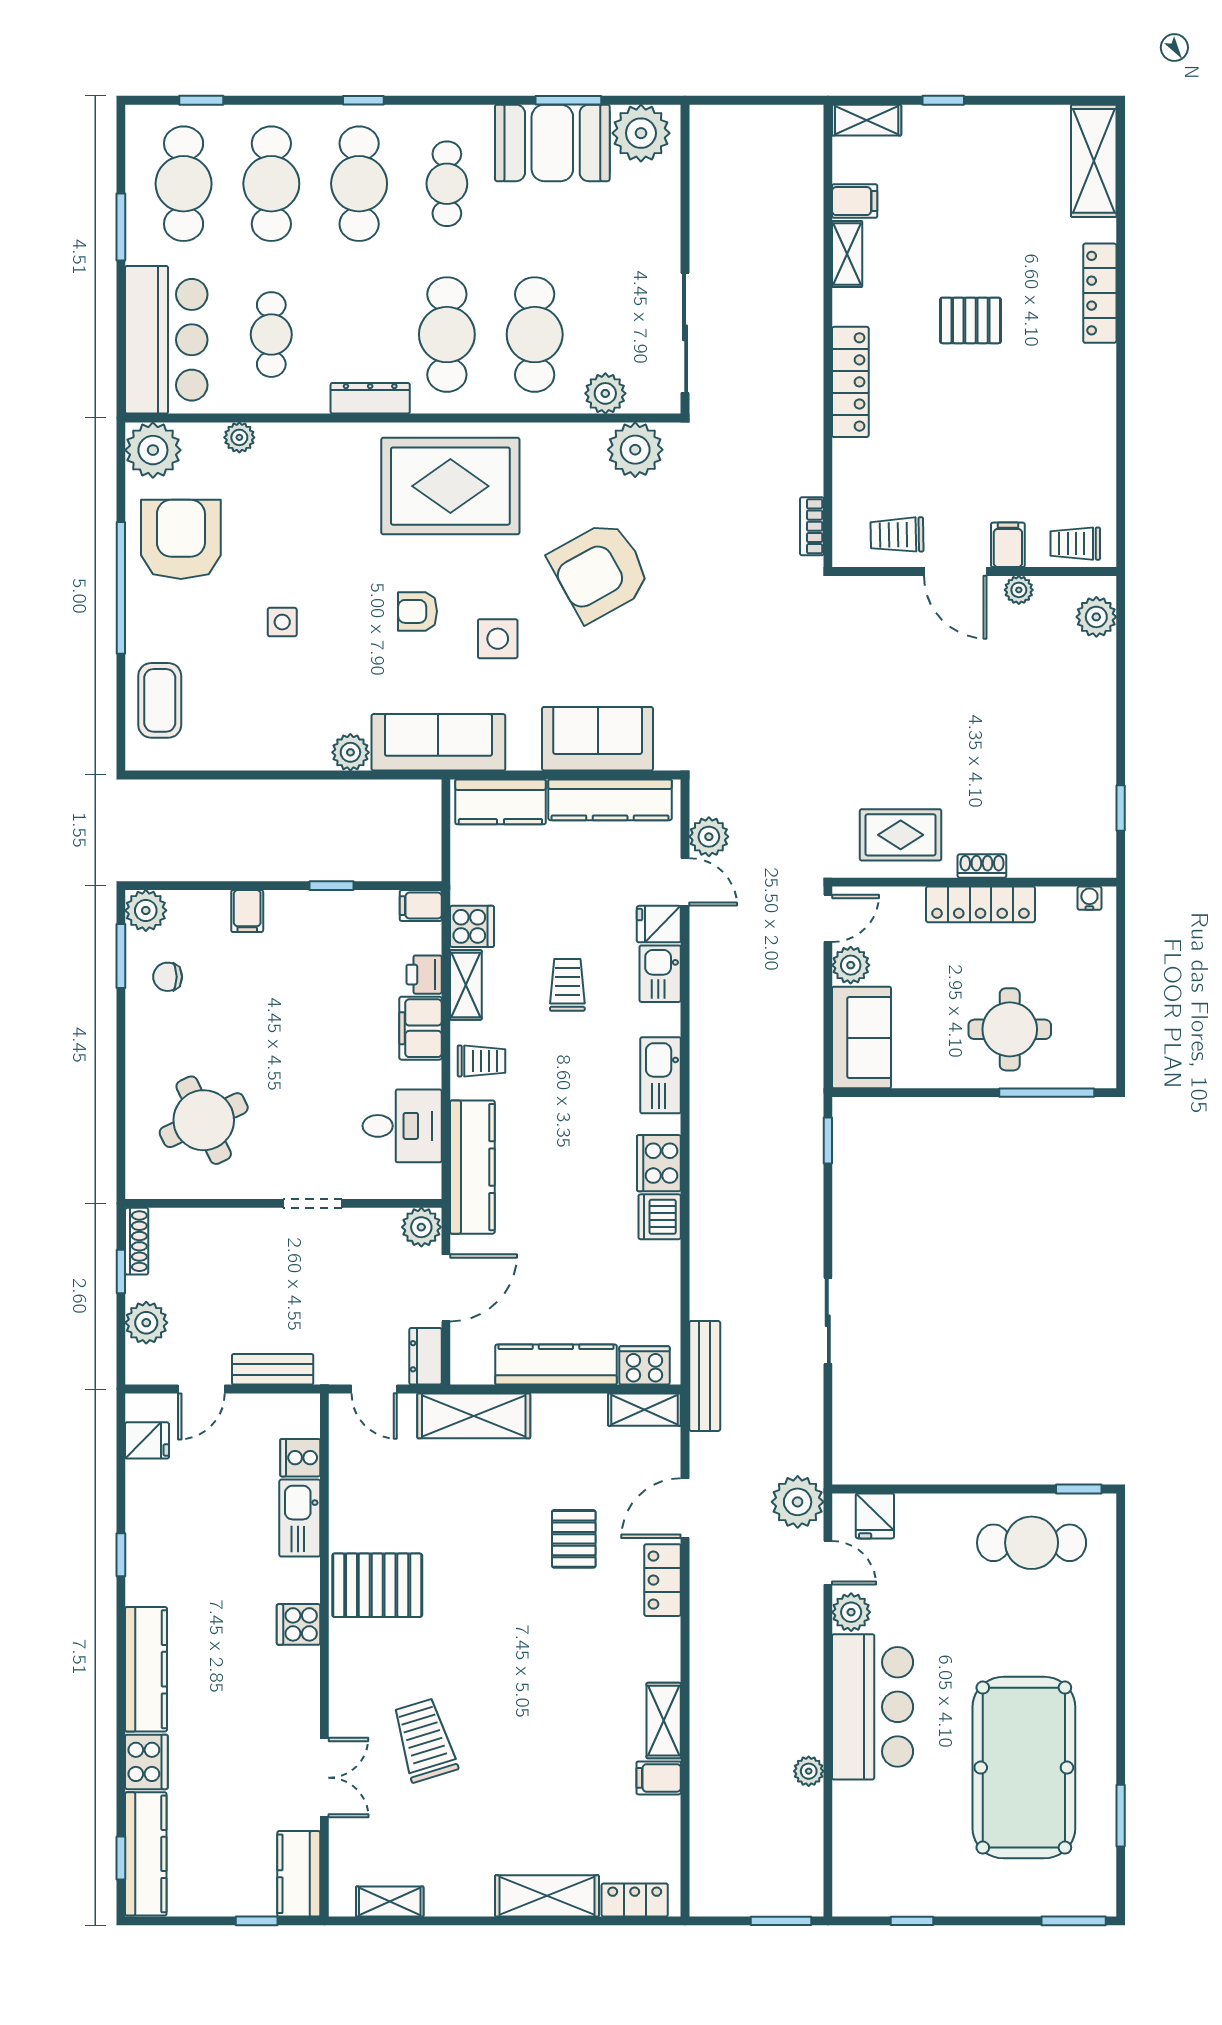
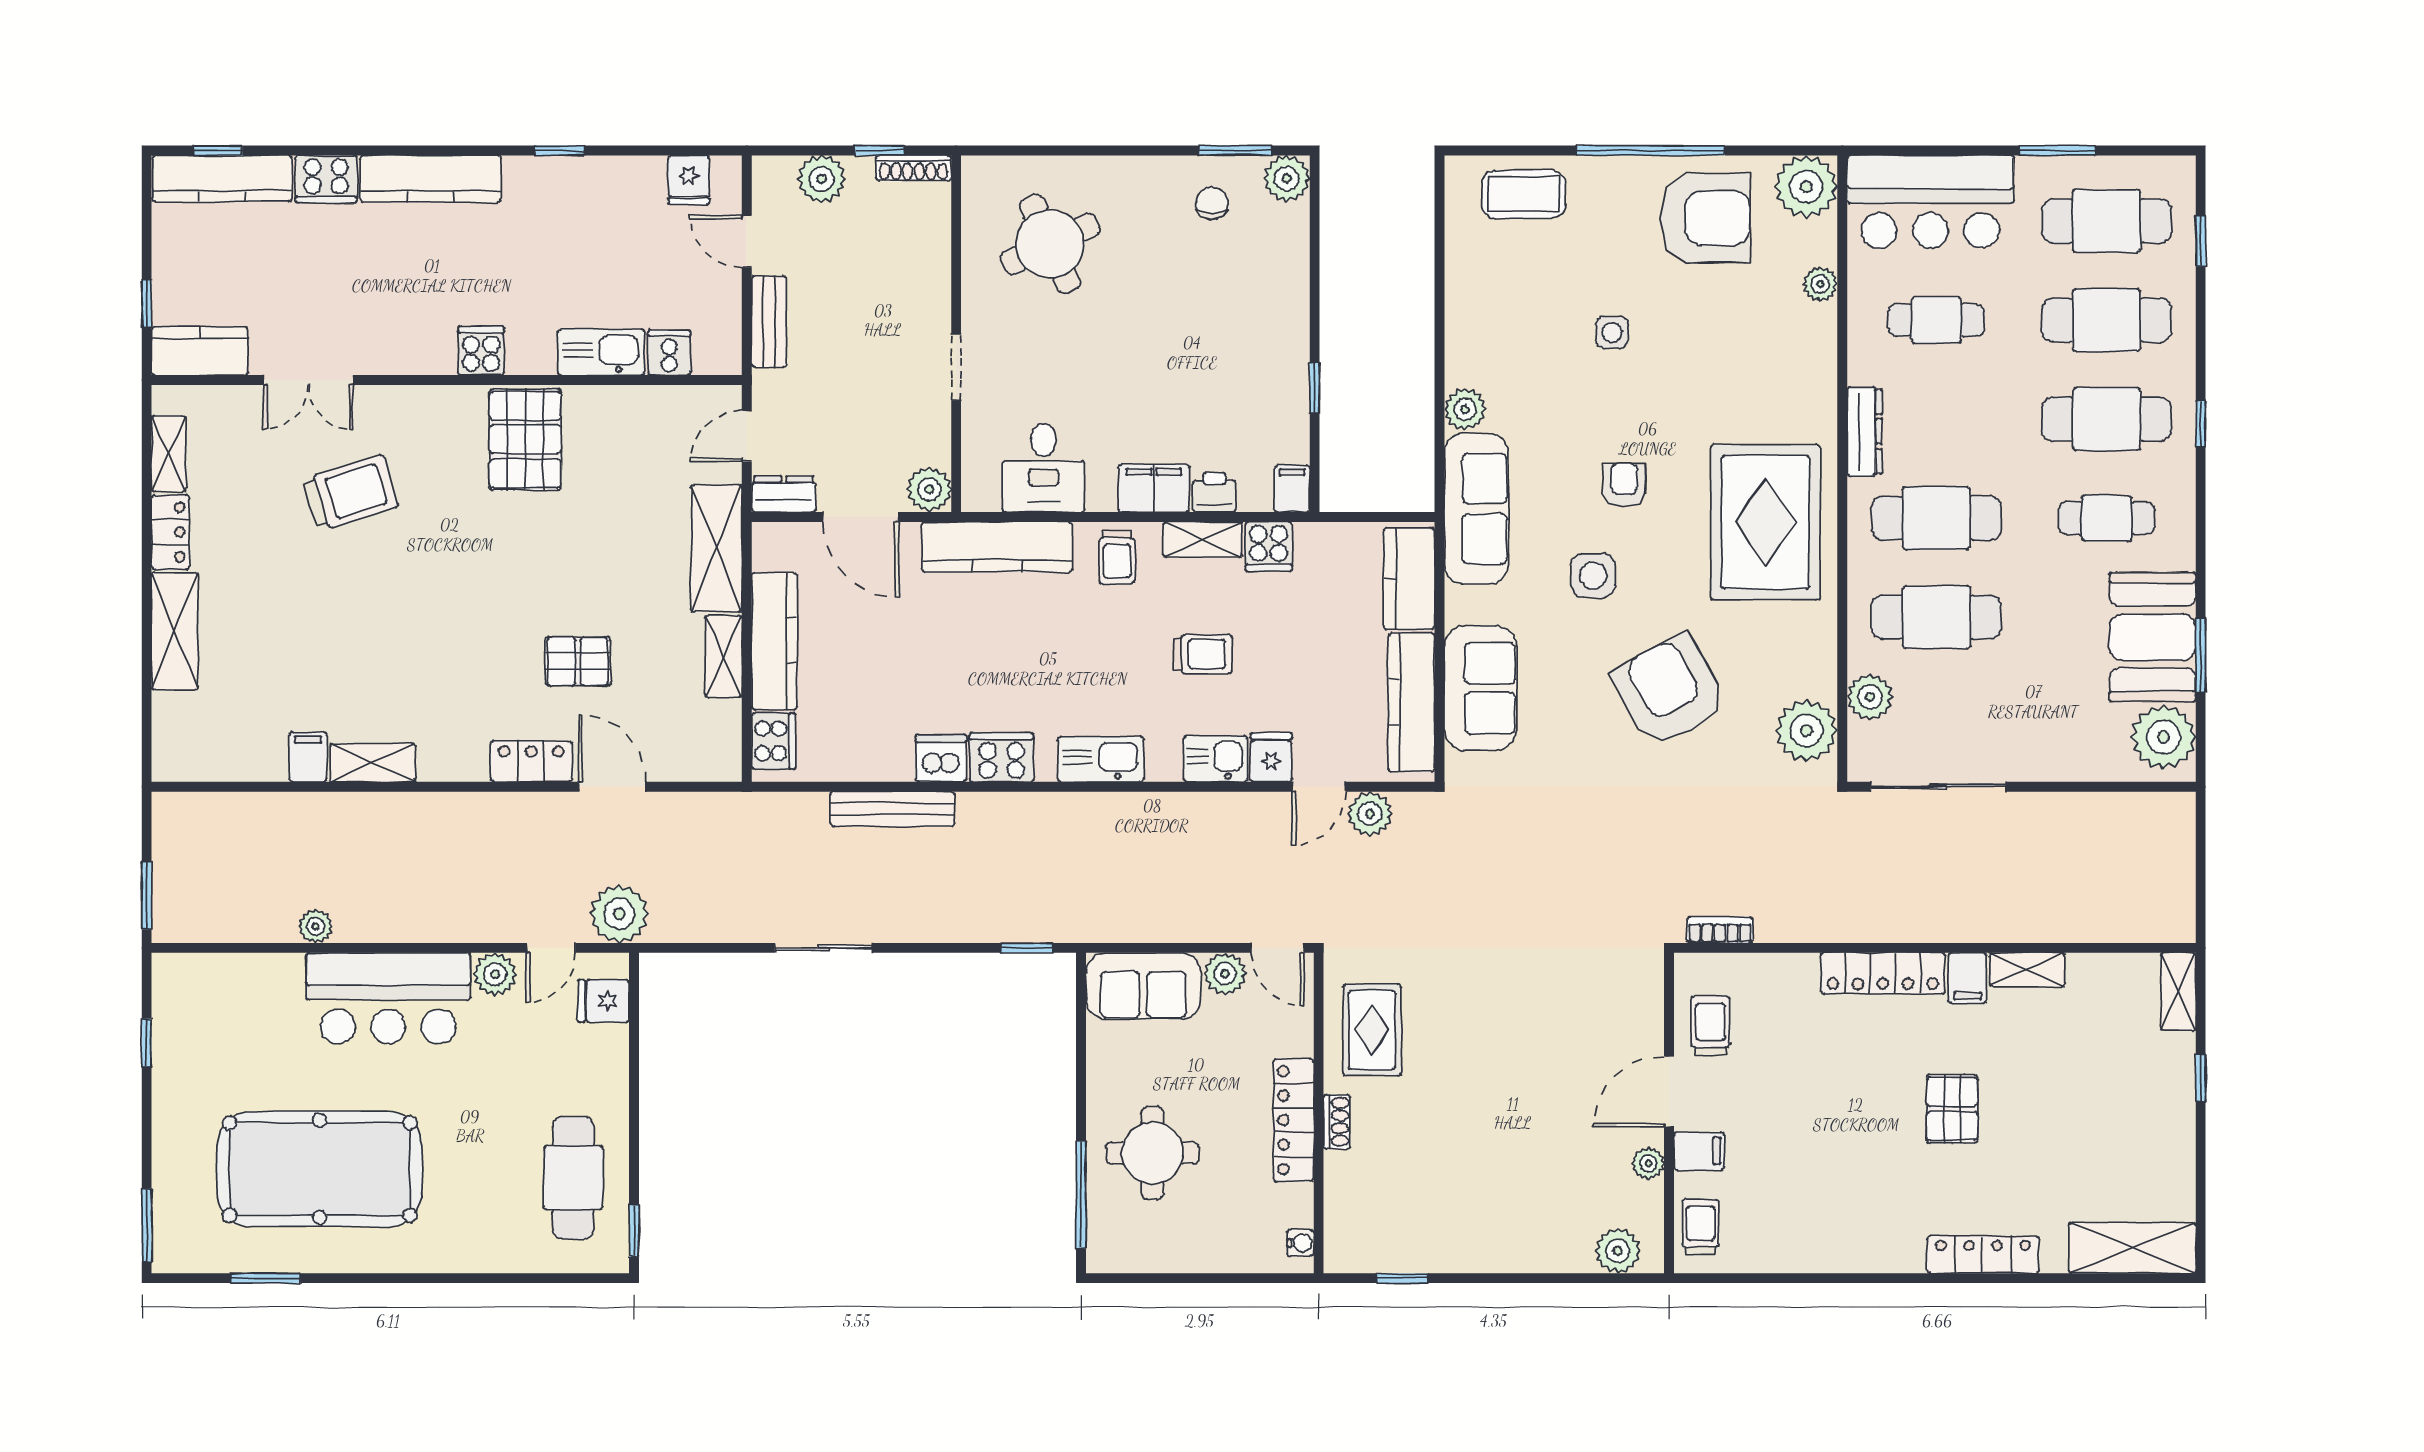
filing cabinet: (855, 201) -> (1967, 978), moved
filing cabinet: (247, 911) -> (1286, 293), removed
bench: (705, 1376) -> (893, 809), moved
shelving: (644, 1410) -> (723, 656), moved
locker: (635, 1900) -> (170, 532), moved

